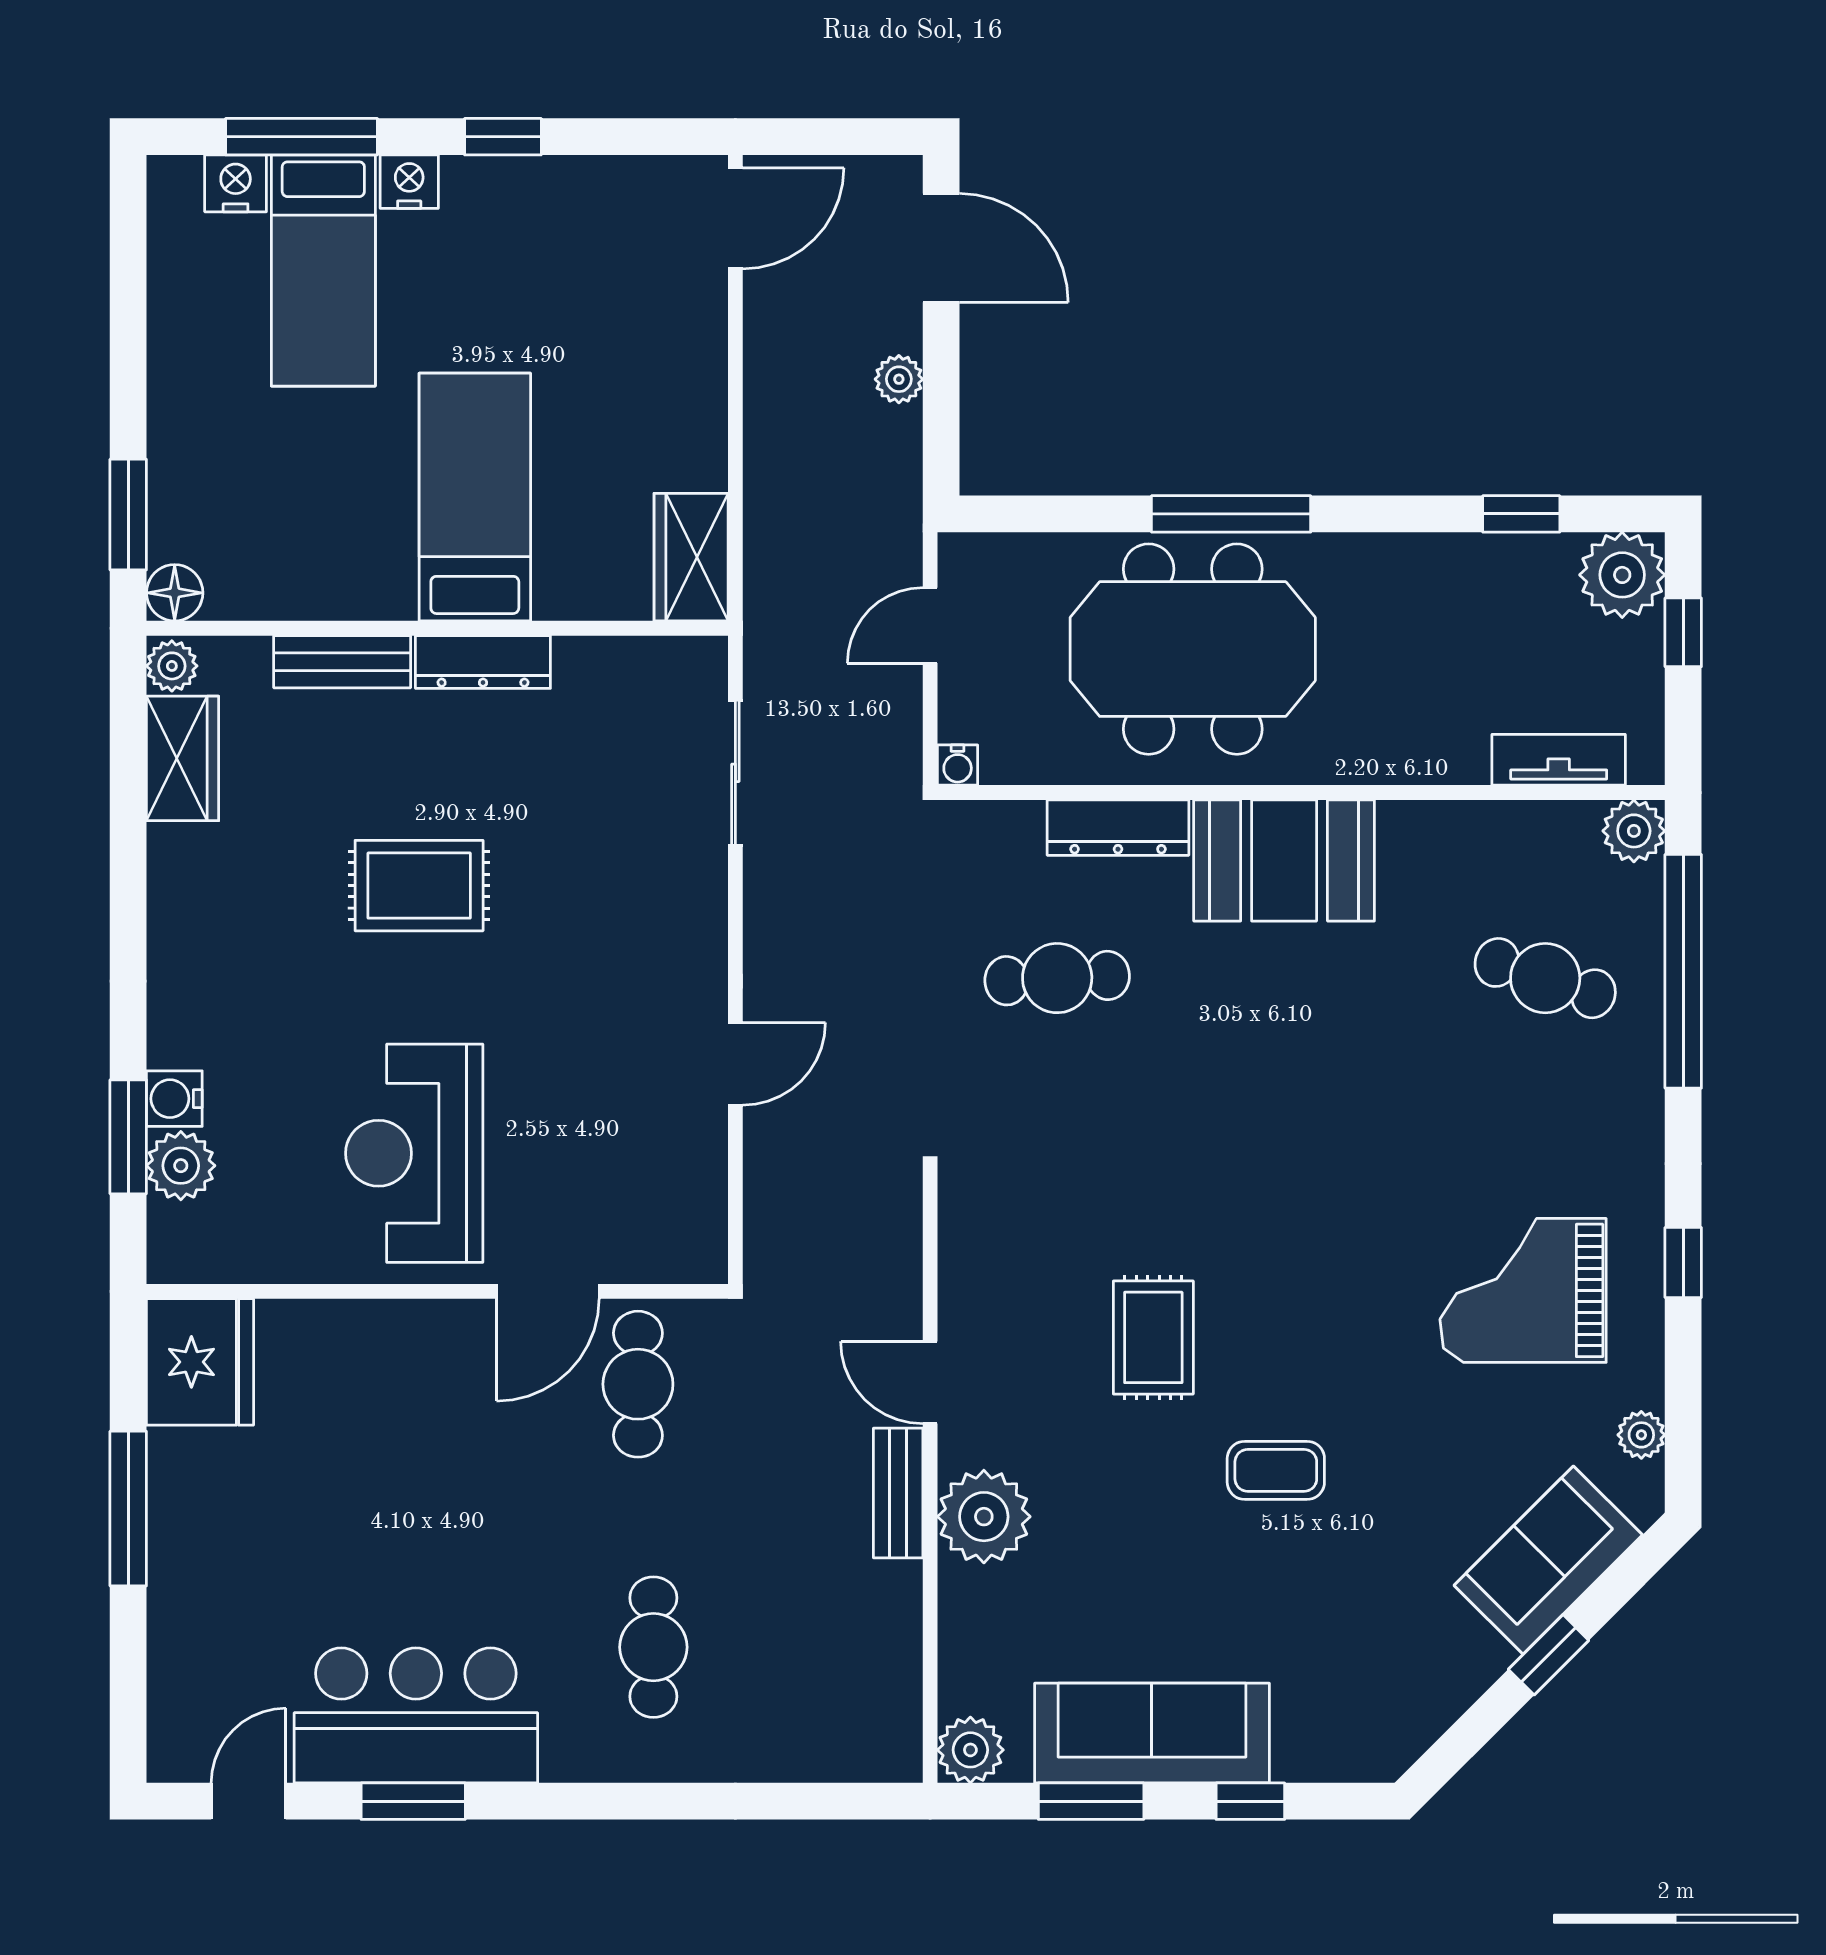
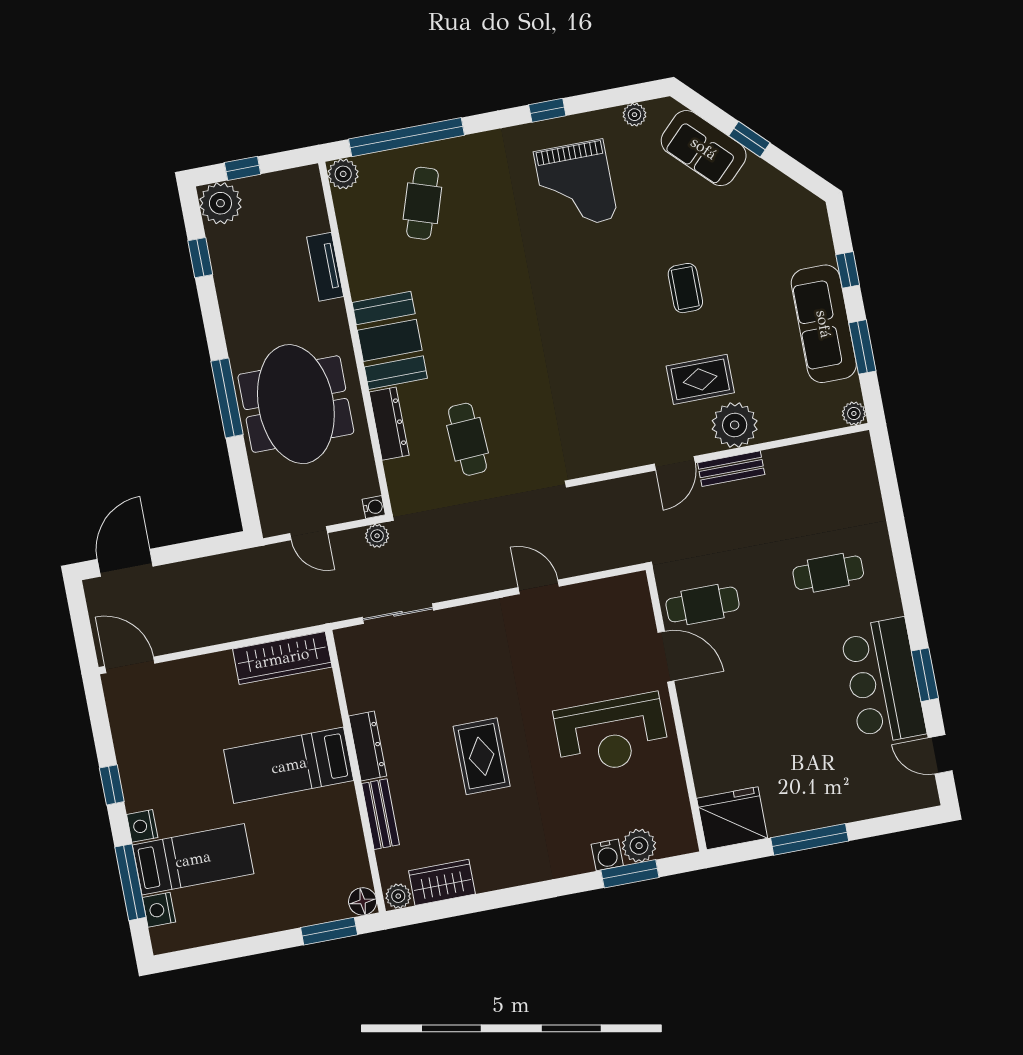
plant: (899, 379) -> (377, 536), moved
wardrobe: (691, 557) -> (282, 658), width x1.50
tv unit: (1559, 760) -> (325, 267), moved
rug: (1153, 1337) -> (700, 379), moved
plant: (970, 1750) -> (854, 413), width x0.73, depth x0.73

